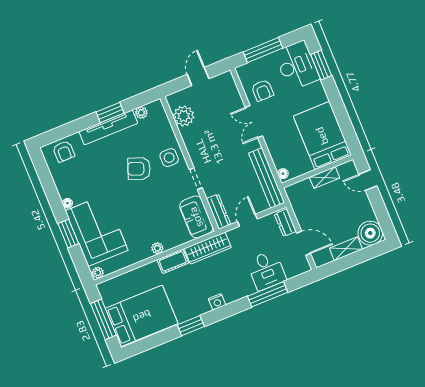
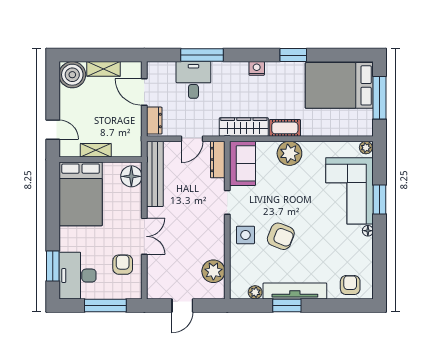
floor lamp: (283, 174) -> (131, 176), width x1.89, depth x1.89
plant: (157, 248) -> (289, 153), width x1.88, depth x1.88

